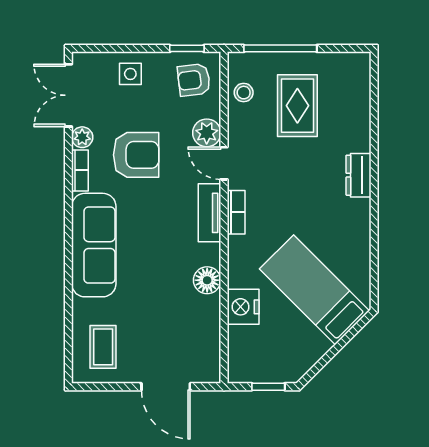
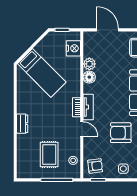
plant: (207, 133) -> (89, 64), moved
nightstand: (243, 307) -> (73, 48), moved

